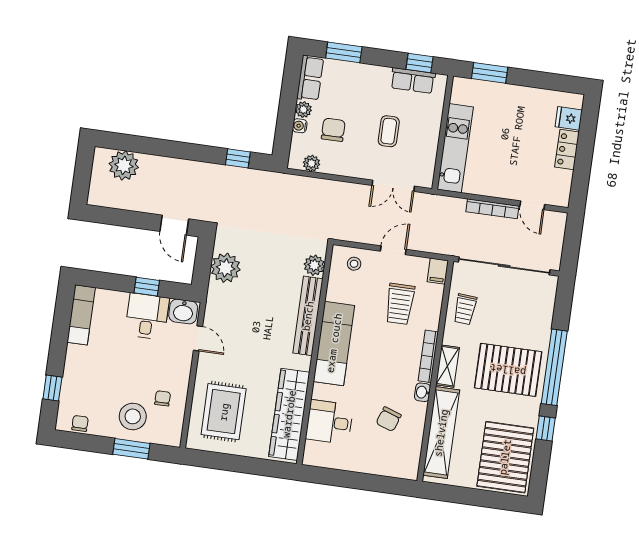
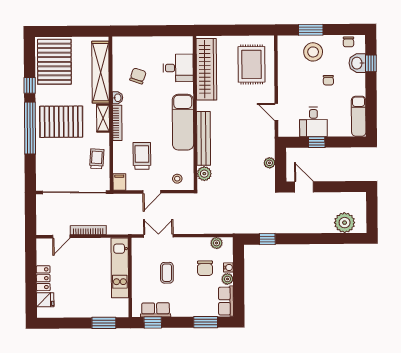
door: (532, 205) -> (61, 237), swing flipped
plant: (226, 268) -> (270, 163), width x0.53, depth x0.53
washbasin: (183, 312) -> (357, 63), moved, turned -90
chair: (163, 398) -> (328, 80), moved

